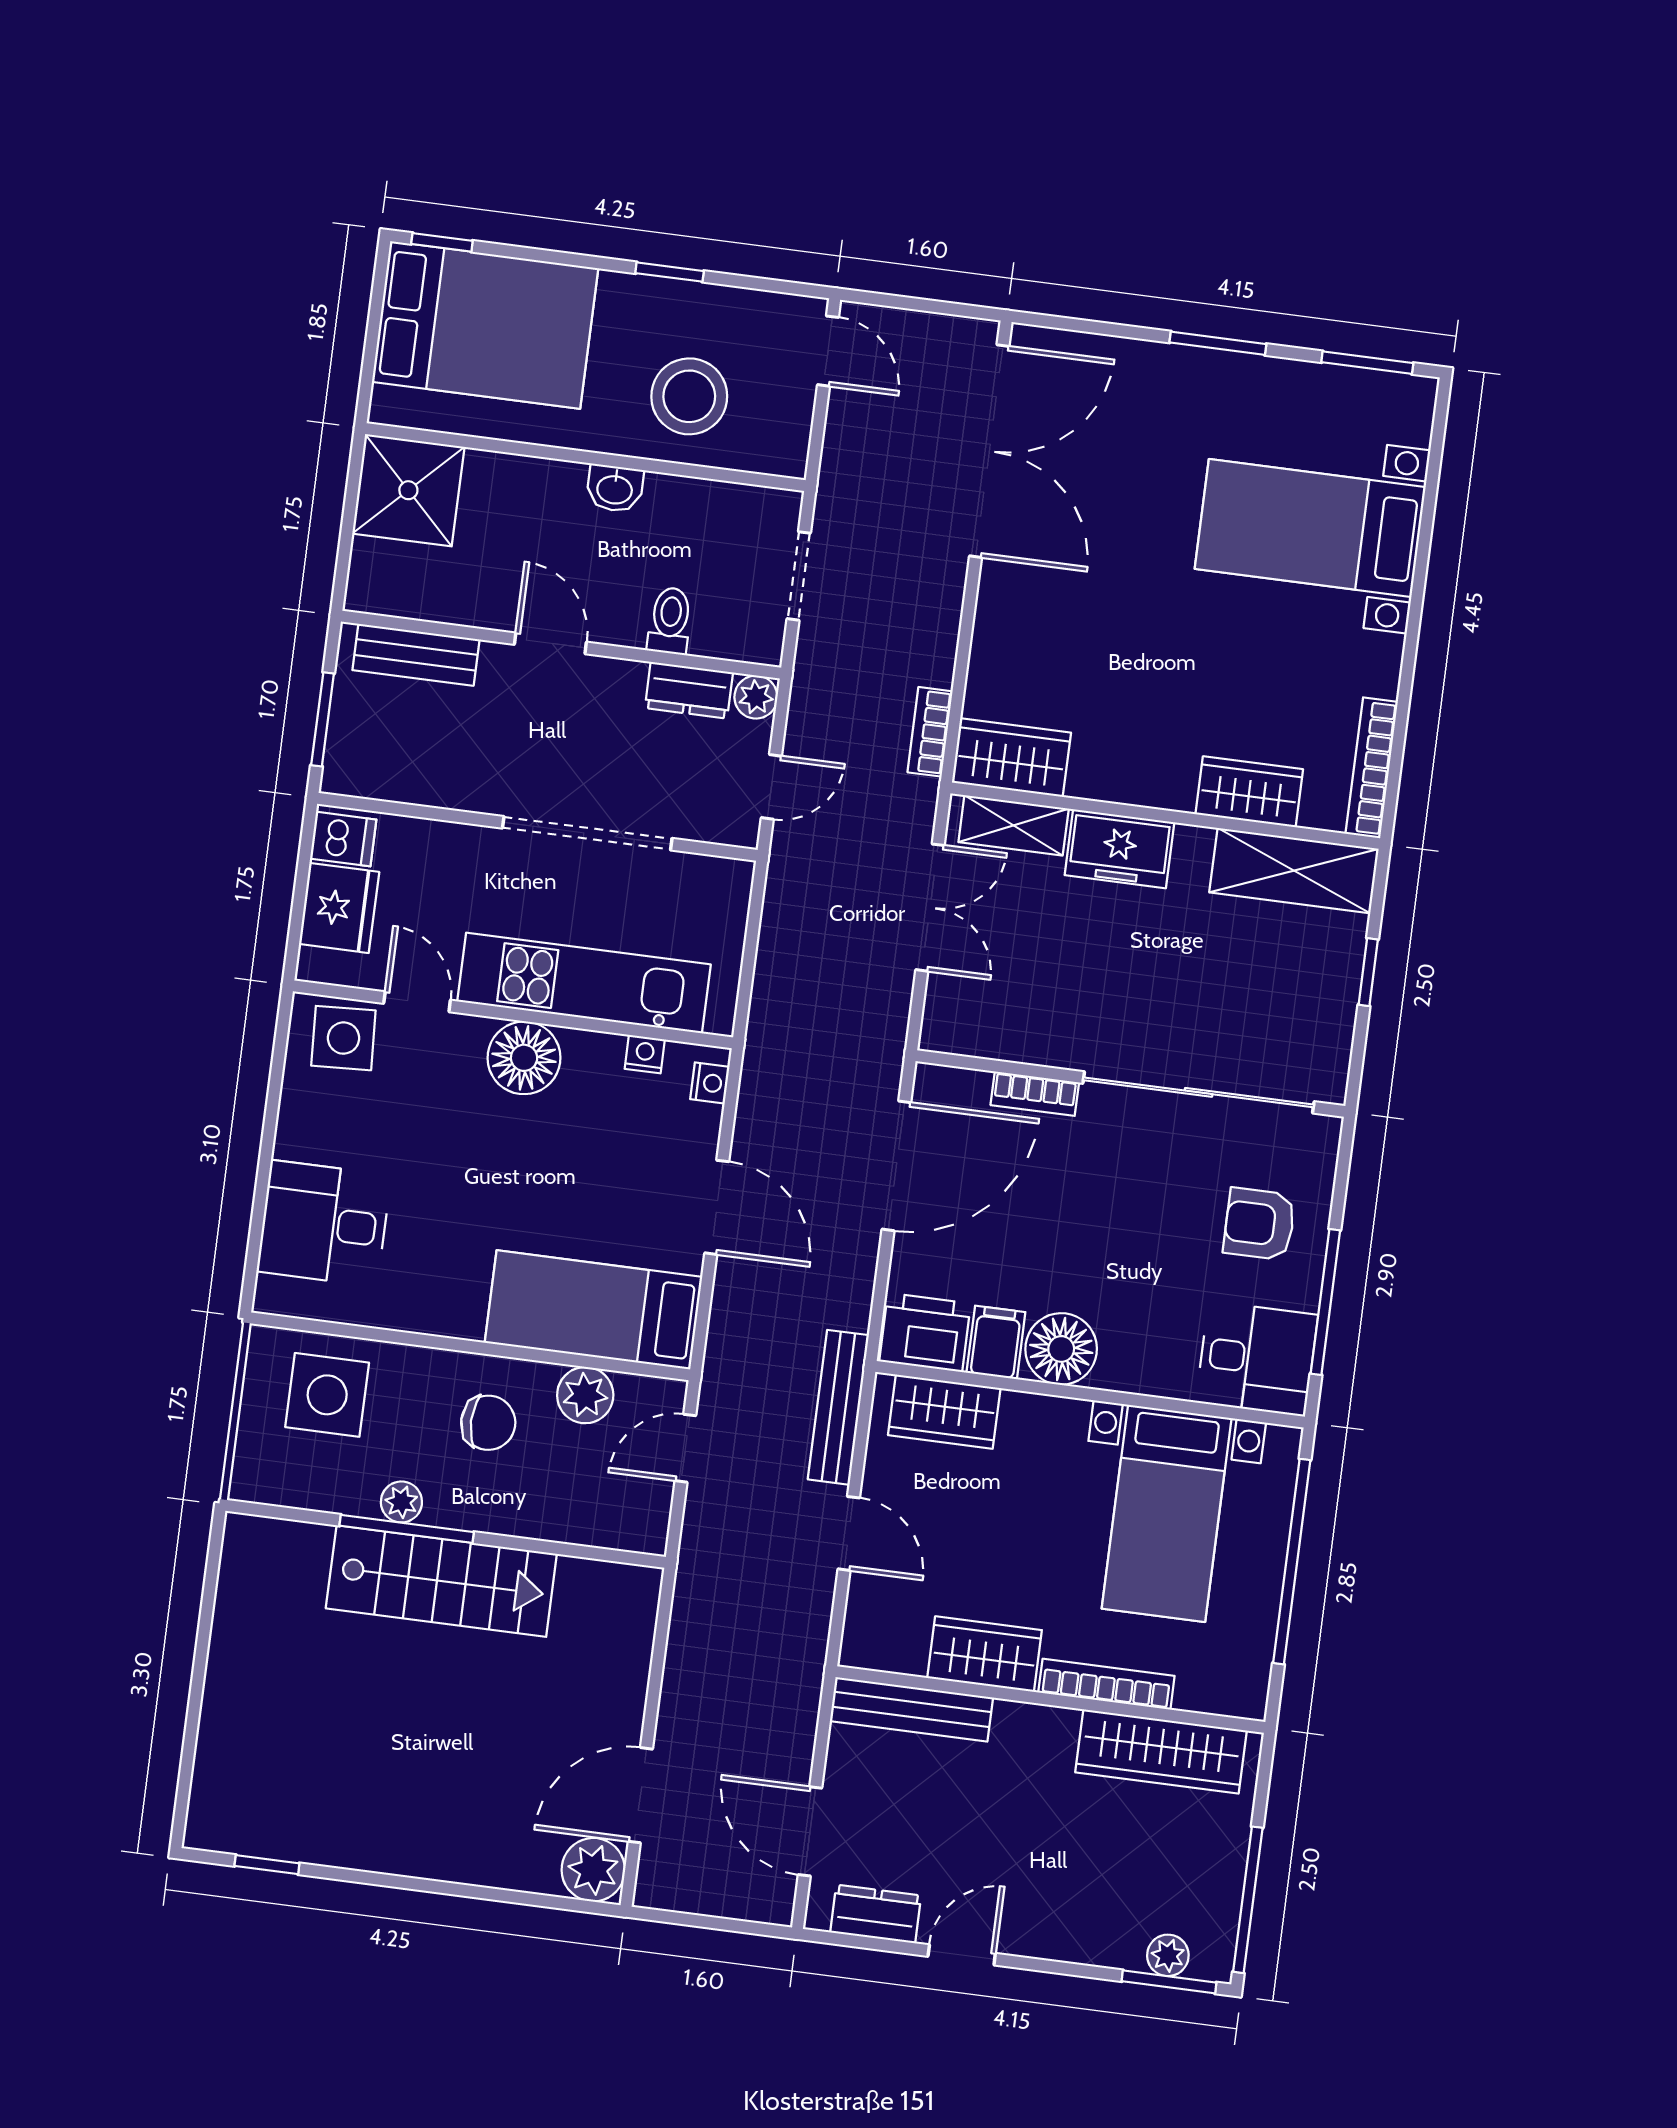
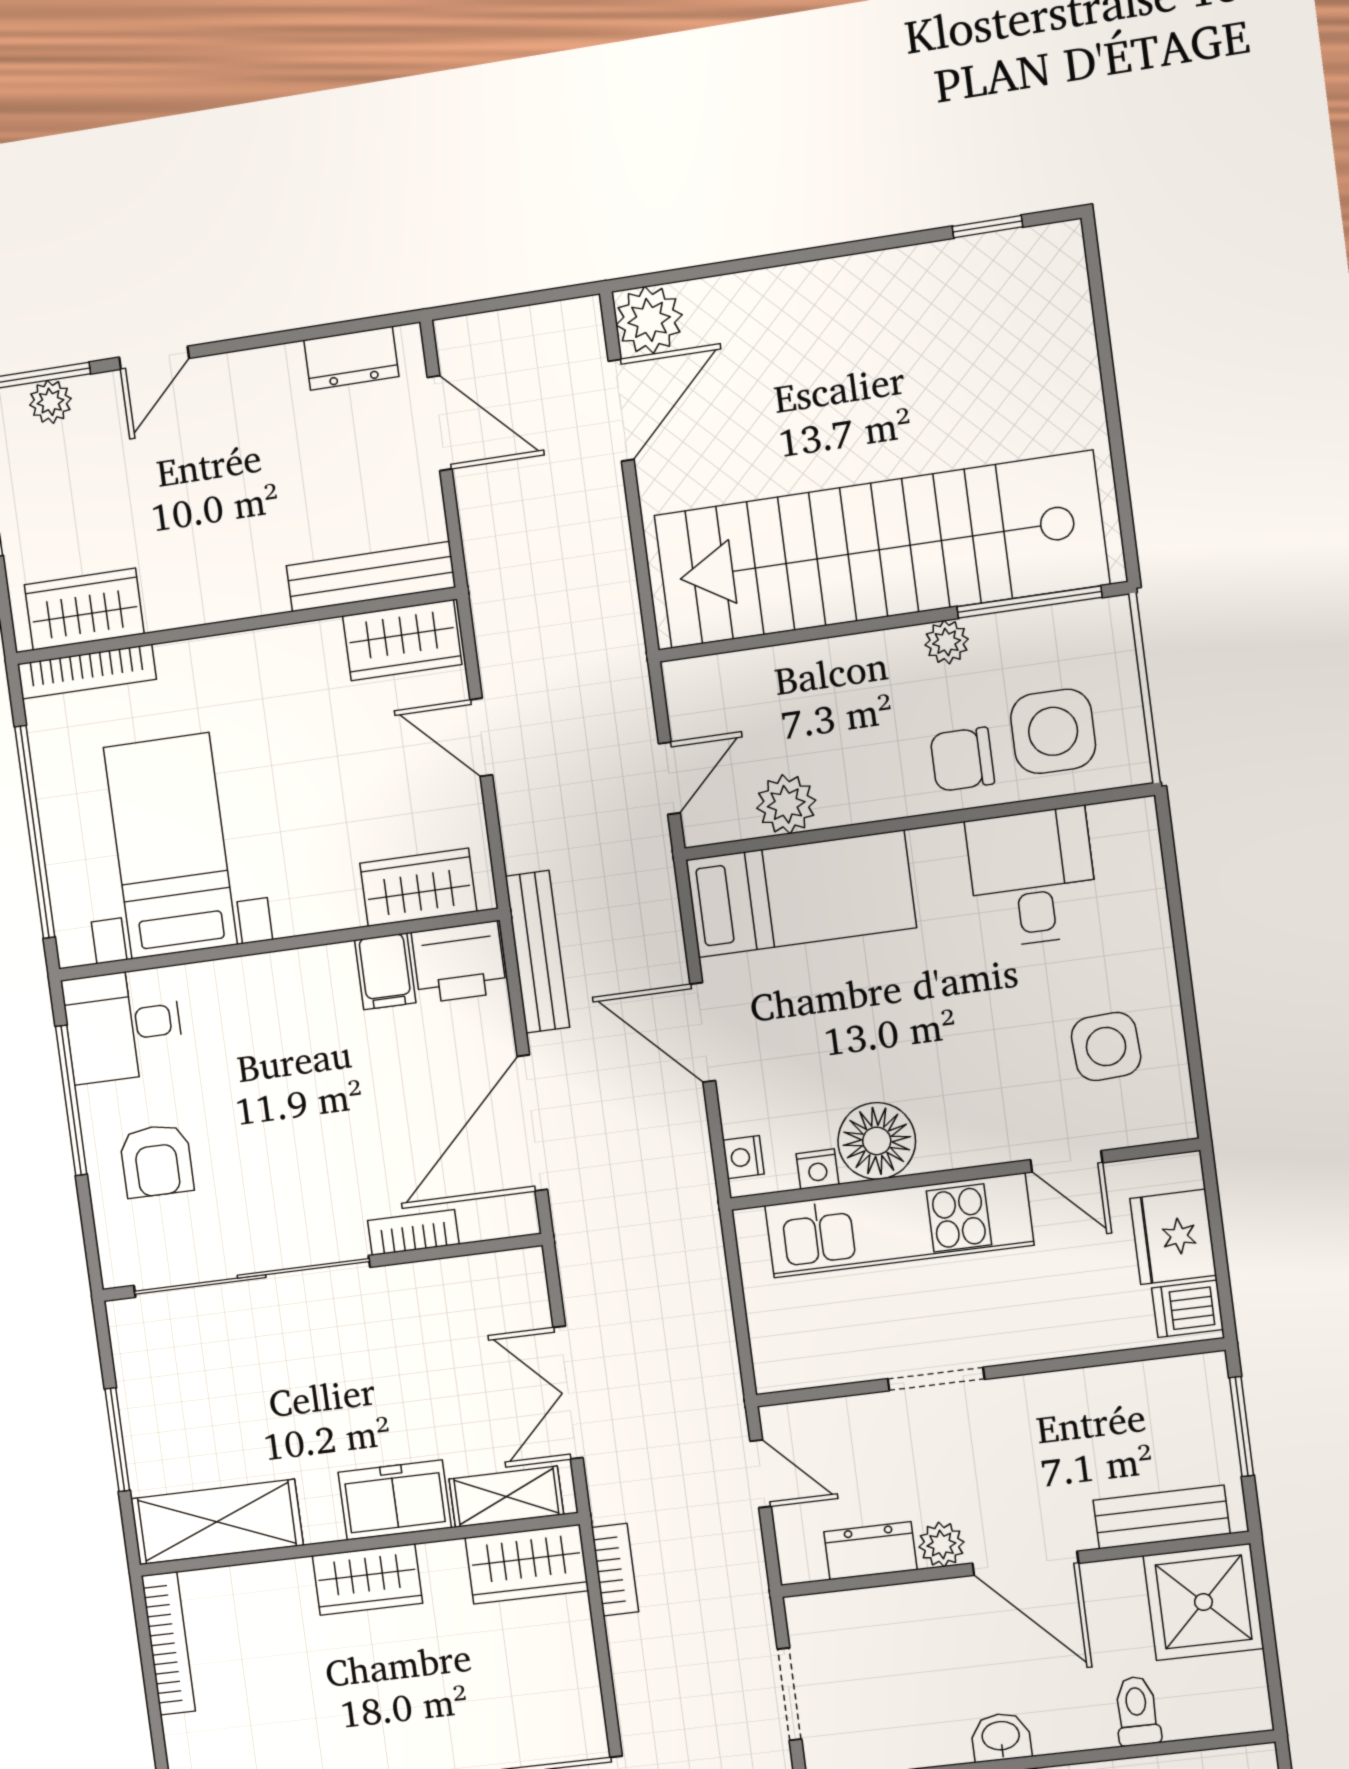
shower: (408, 490) -> (1203, 1602), moved
toilet: (670, 621) -> (1137, 1711), moved, turned 180
door: (550, 643) -> (1025, 1563), width x1.37
plant: (756, 697) -> (941, 1544), moved
door: (771, 787) -> (761, 1474), swing flipped
wardrobe: (1249, 792) -> (367, 1580), moved
doorway: (587, 833) -> (936, 1379), width x0.53
window: (1368, 972) -> (117, 1440), width x1.50
side table: (343, 1038) -> (1106, 1046), moved
floor lamp: (524, 1058) -> (877, 1141), moved
desk: (324, 1223) -> (1032, 877), moved, turned -90
armchair: (1259, 1224) -> (157, 1161), turned 90
floor lamp: (1061, 1349) -> (319, 983), removed
bench: (838, 1407) -> (537, 952), moved
chair: (488, 1423) -> (962, 759), moved
window: (407, 1529) -> (1030, 602), moved
stairs: (441, 1581) -> (881, 550), width x1.86, depth x1.51
wardrobe: (985, 1654) -> (402, 640), moved
bookcase: (1106, 1684) -> (87, 672), moved
wardrobe: (1161, 1752) -> (84, 609), width x0.67
door: (962, 1955) -> (154, 358), moved

